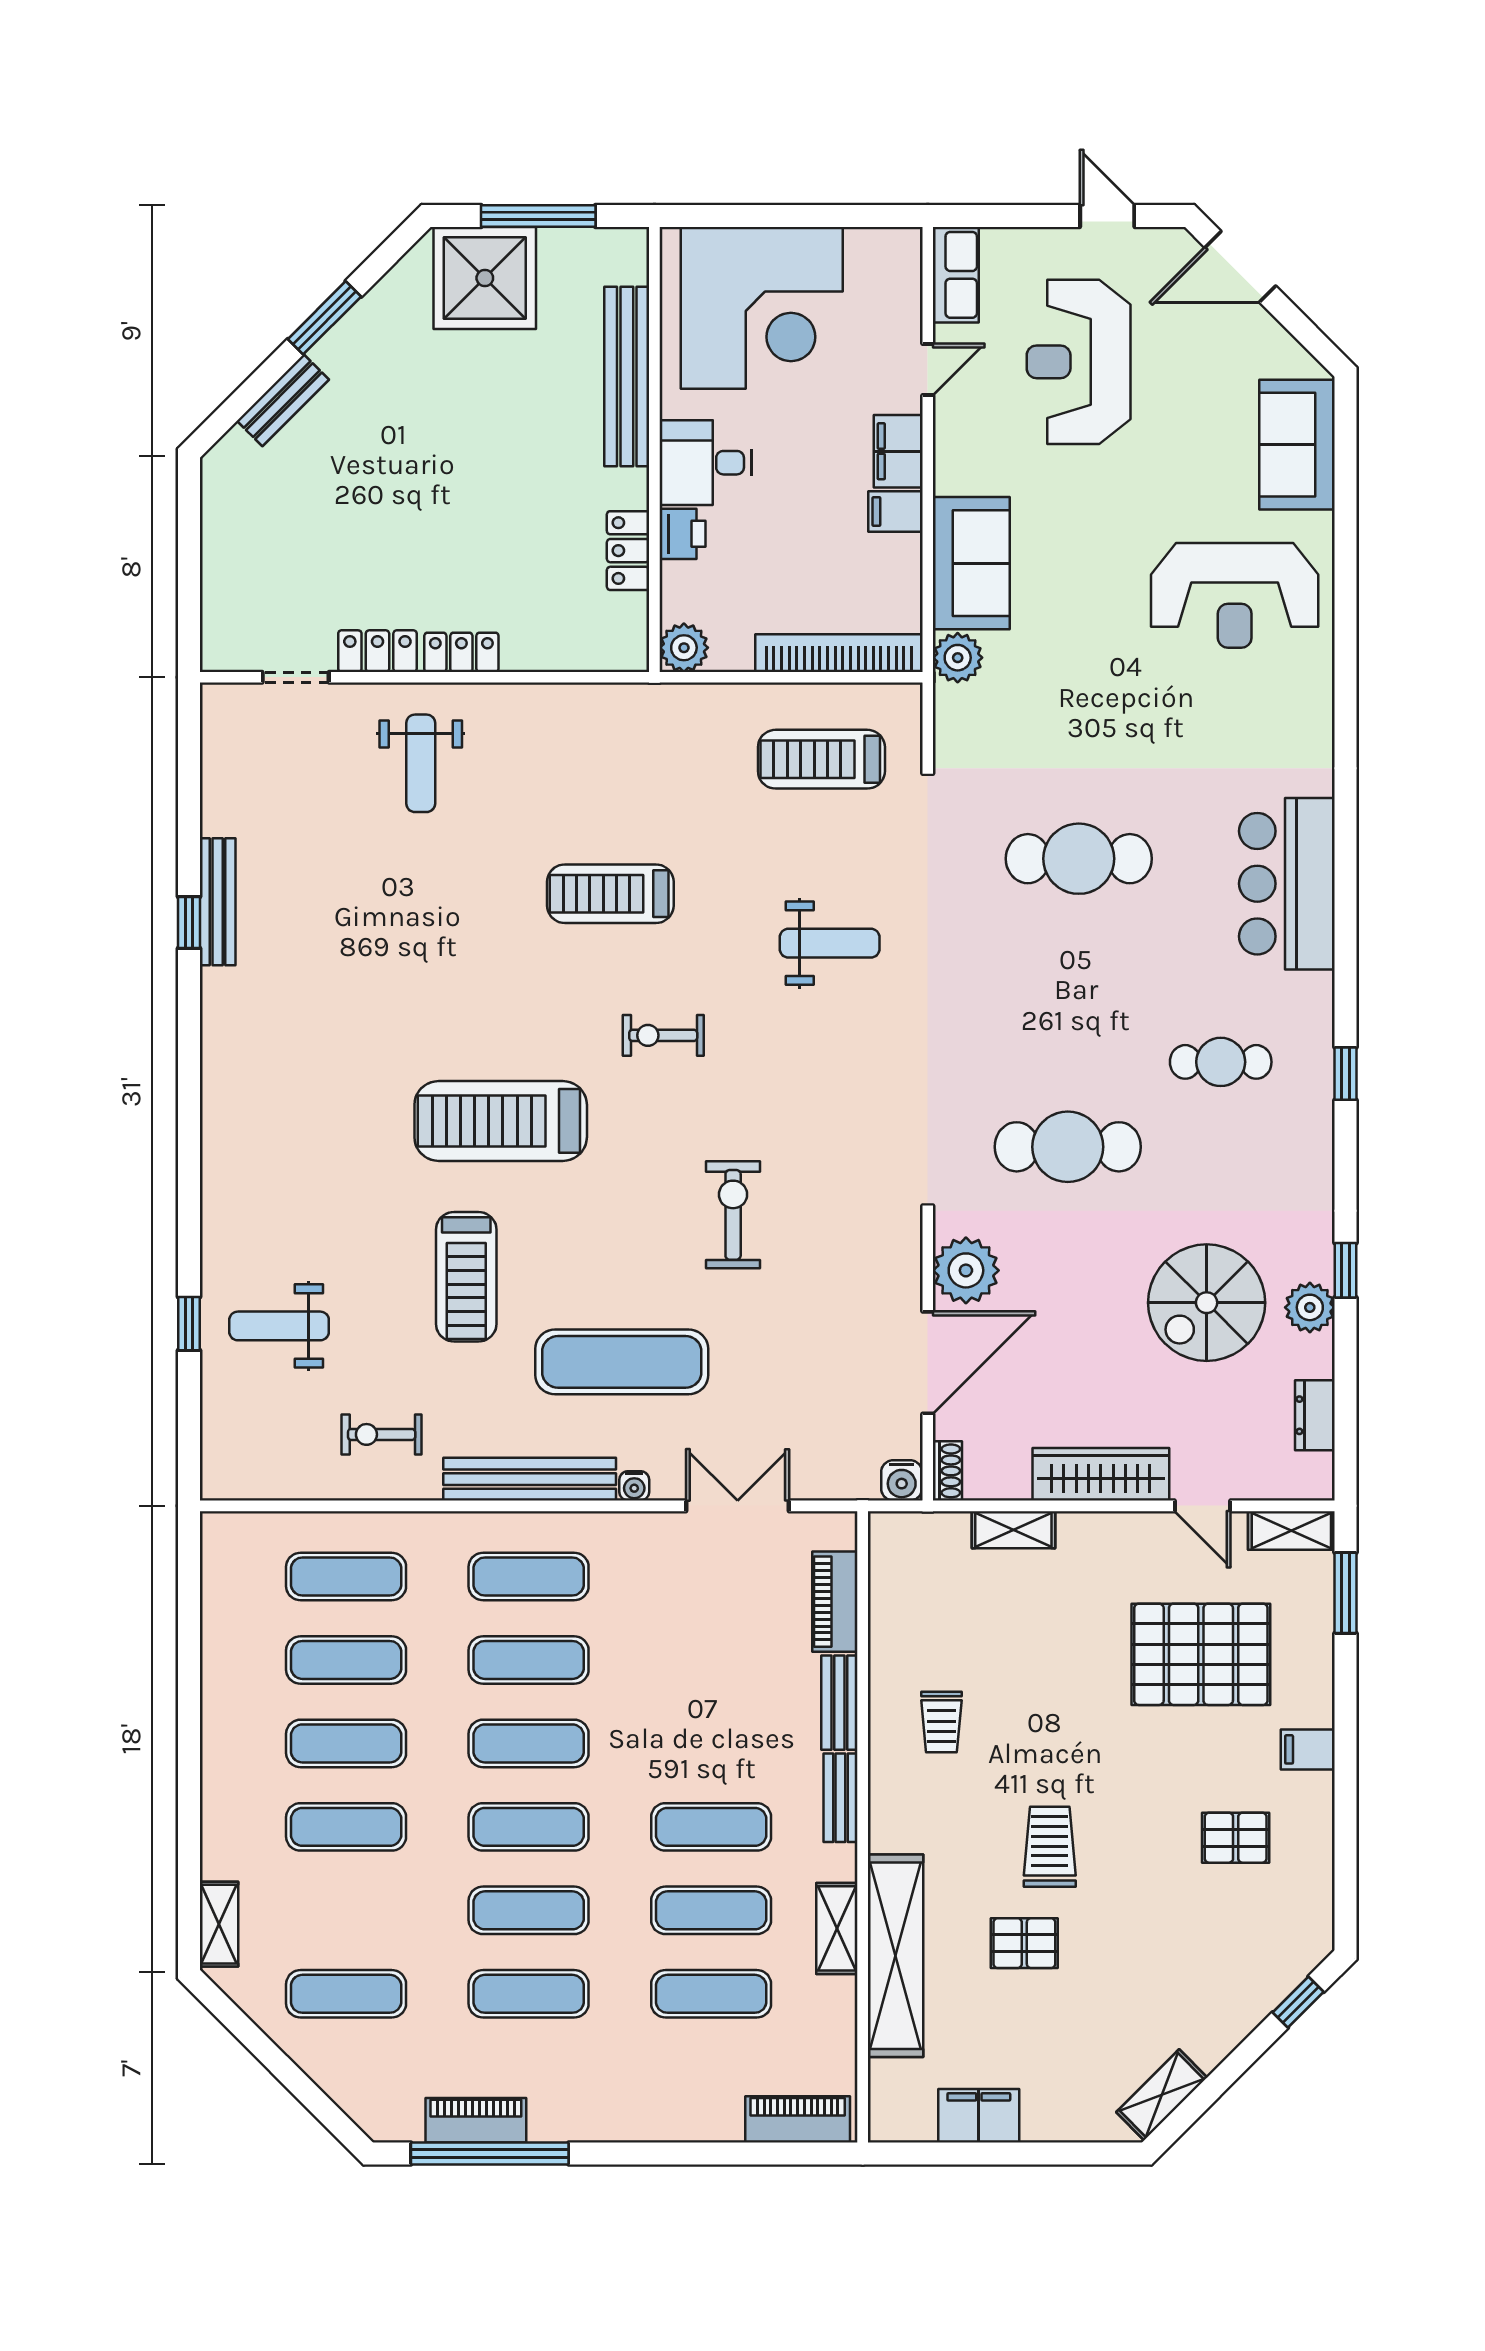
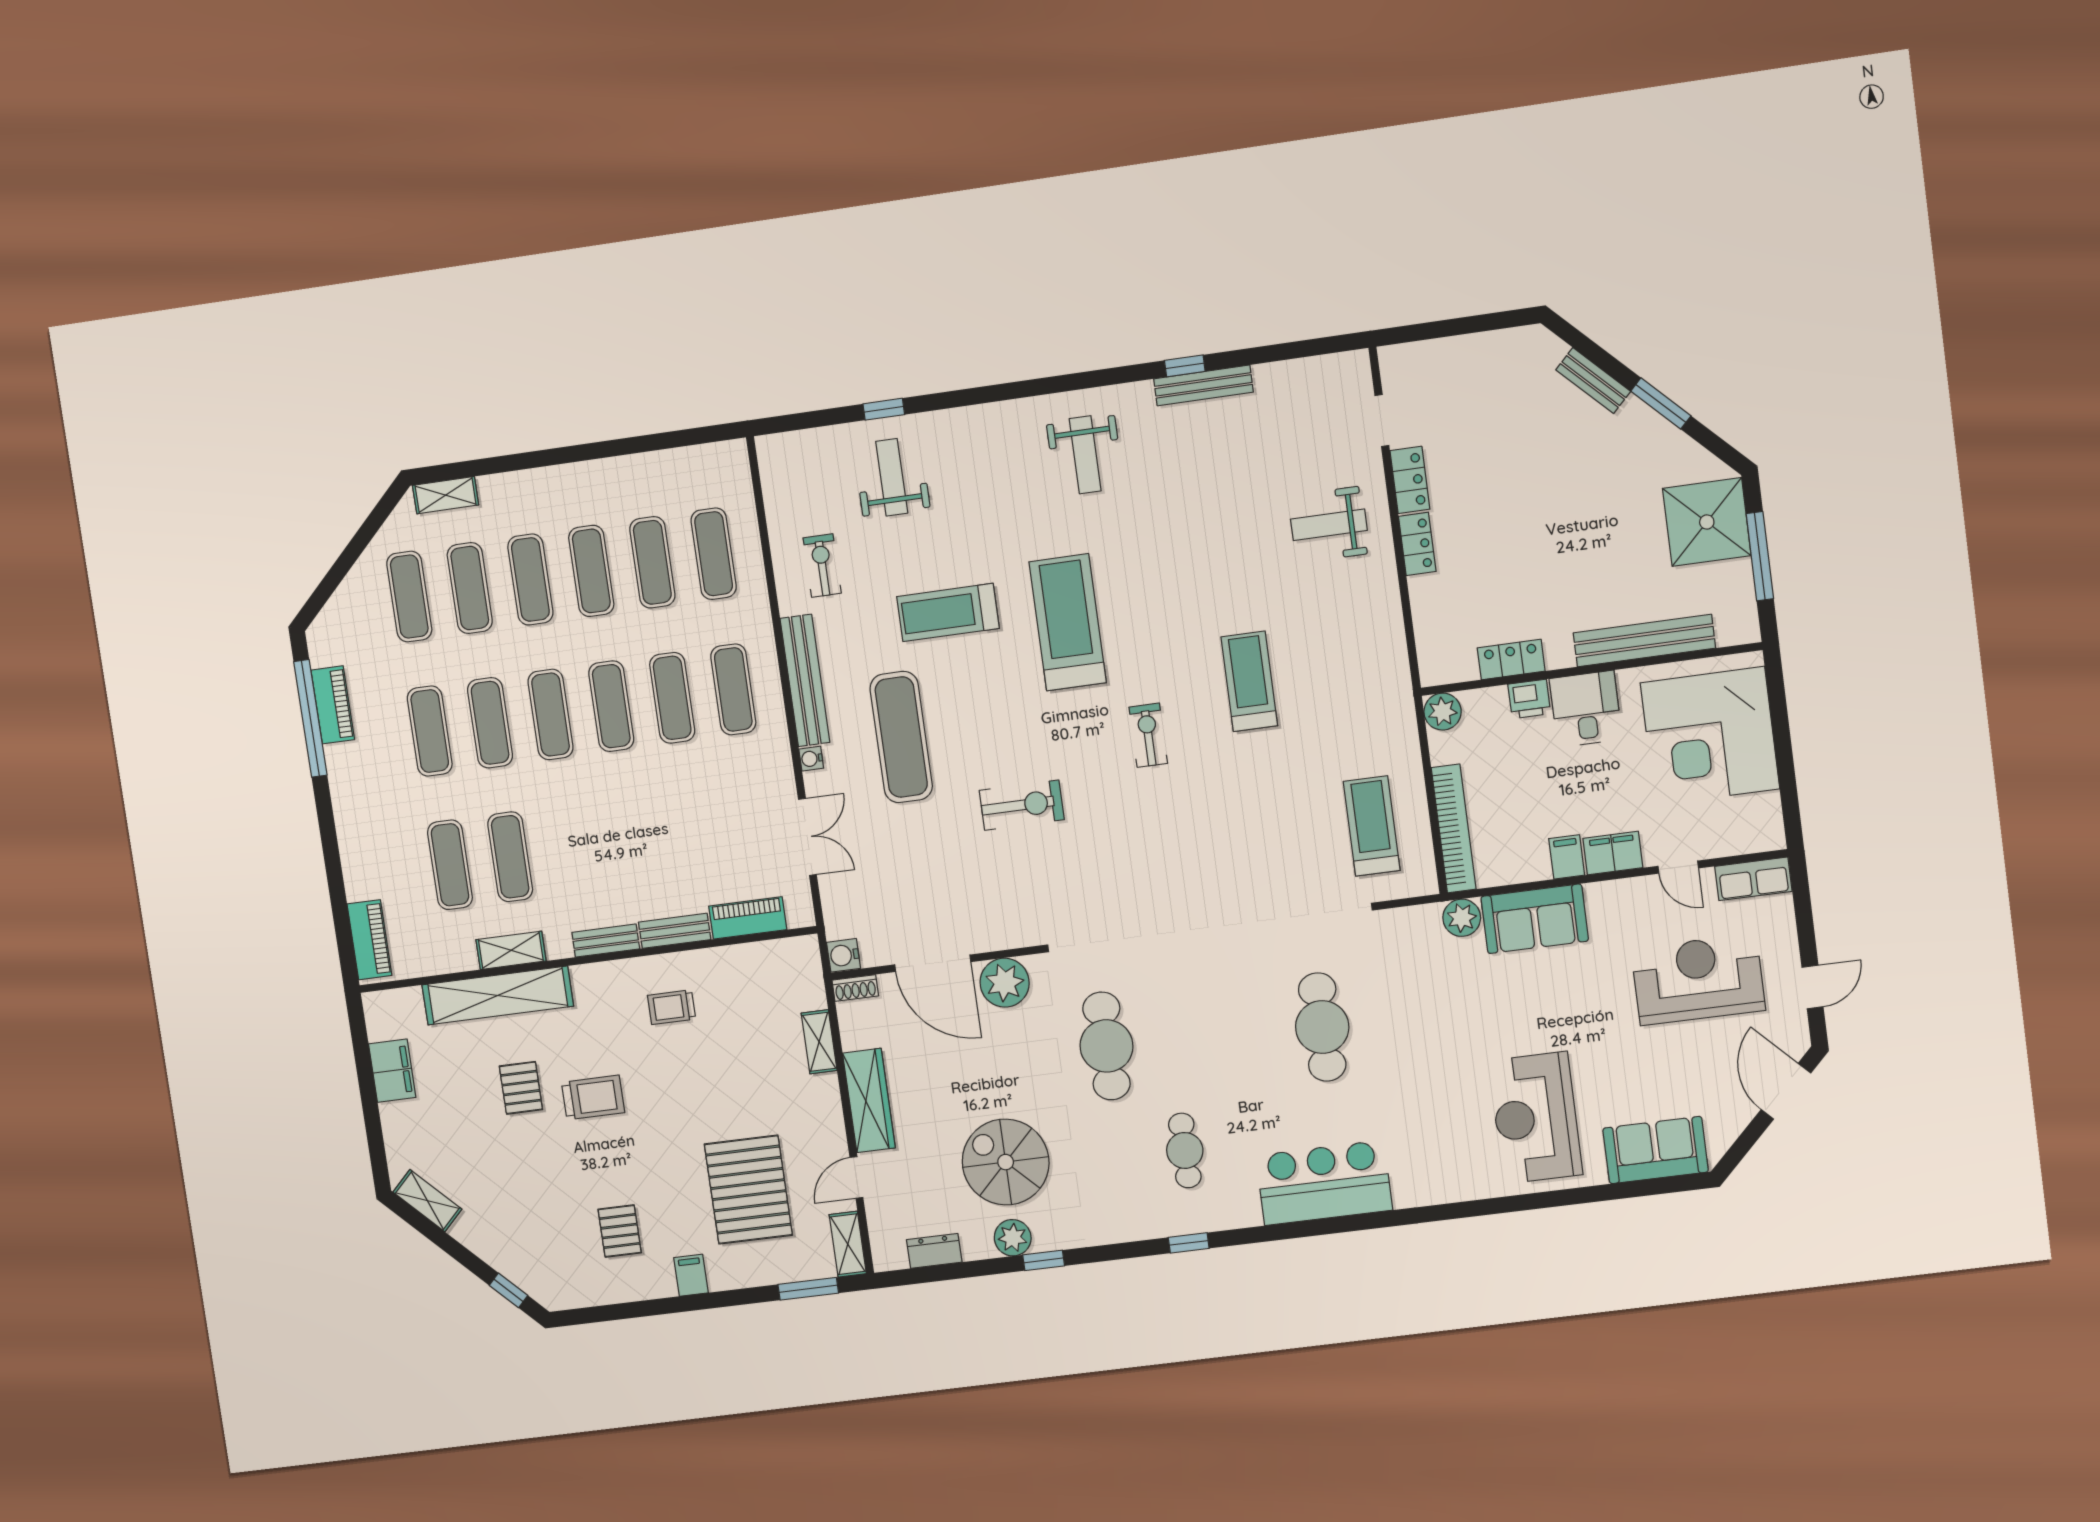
weight bench: (830, 943) -> (1085, 455), moved
exercise mat: (711, 1827) -> (470, 588), moved

